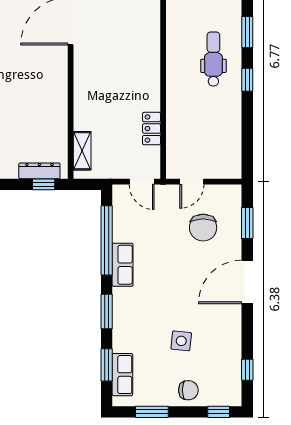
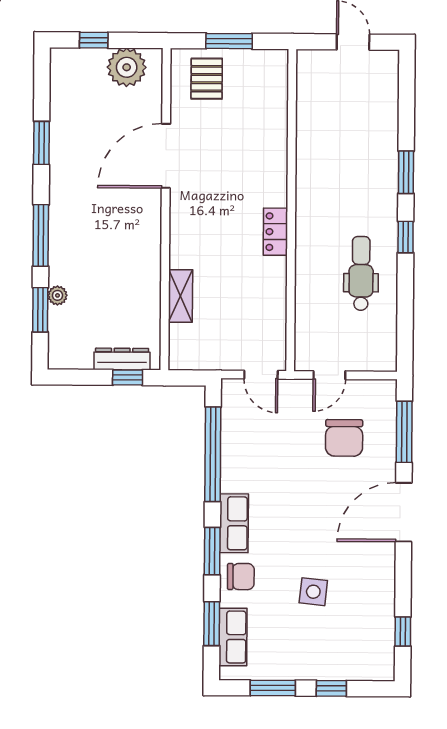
dental chair: (213, 59) -> (361, 273), moved
locker: (152, 129) -> (275, 232), moved
shelving: (82, 151) -> (181, 296), moved
window: (247, 223) -> (404, 432), width x1.44
row of seats: (123, 265) -> (234, 523), moved
chair: (188, 390) -> (241, 577), moved
window: (219, 412) -> (331, 688), moved

